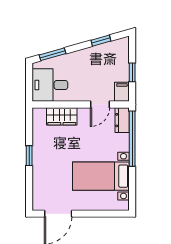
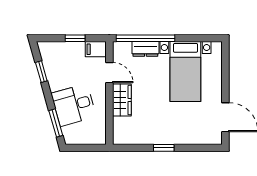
desk: (50, 85) -> (74, 105), moved, turned 74
wardrobe: (62, 116) -> (122, 100), moved
dresser: (122, 120) -> (145, 49), moved

